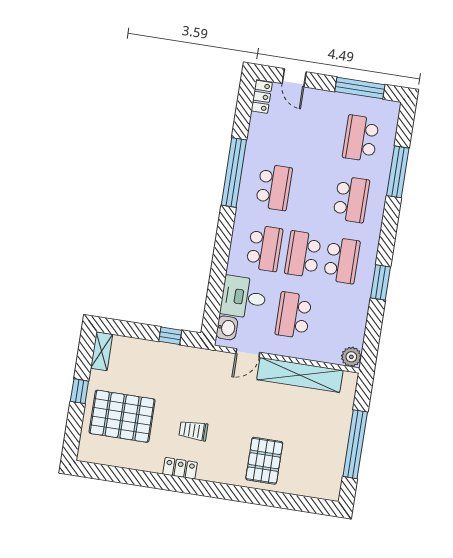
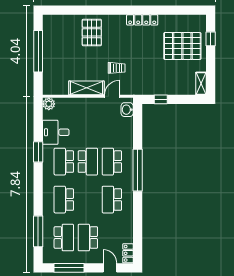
window: (398, 172) -> (38, 231), moved
window: (234, 173) -> (138, 170), moved
desk: (243, 297) -> (56, 132), moved, turned 180
school desk: (293, 315) -> (88, 238), moved, turned 180
shelving: (300, 375) -> (86, 88), width x0.68
window: (79, 391) -> (211, 39), moved
trolley: (193, 431) -> (117, 68), moved
locker: (180, 468) -> (142, 20), width x1.53

